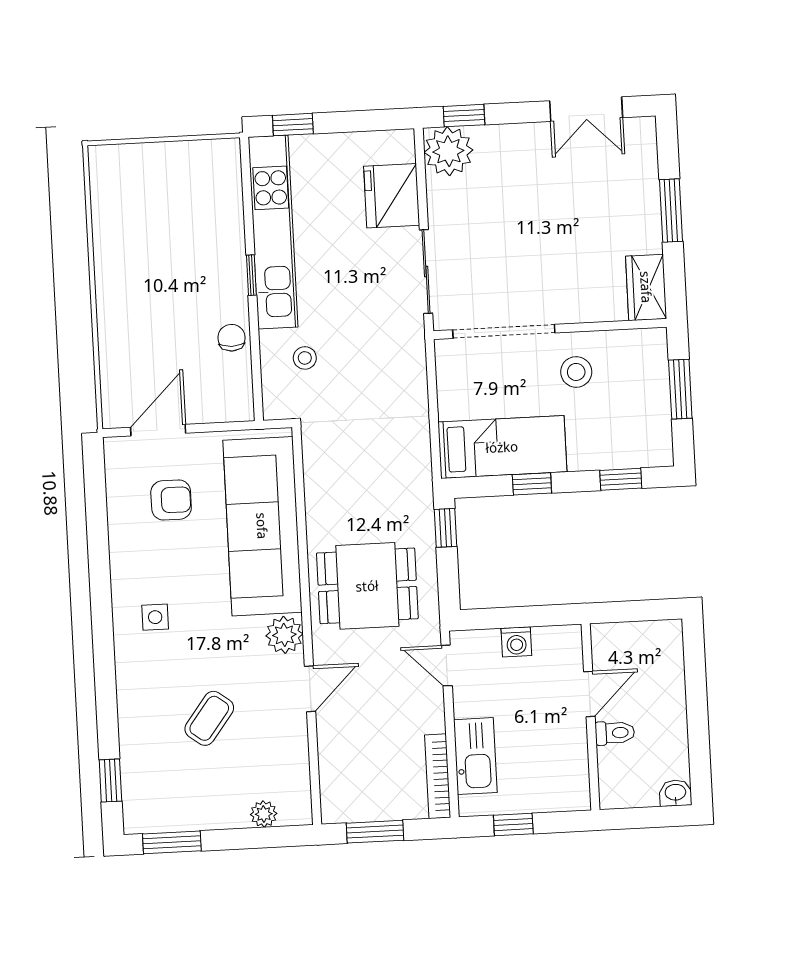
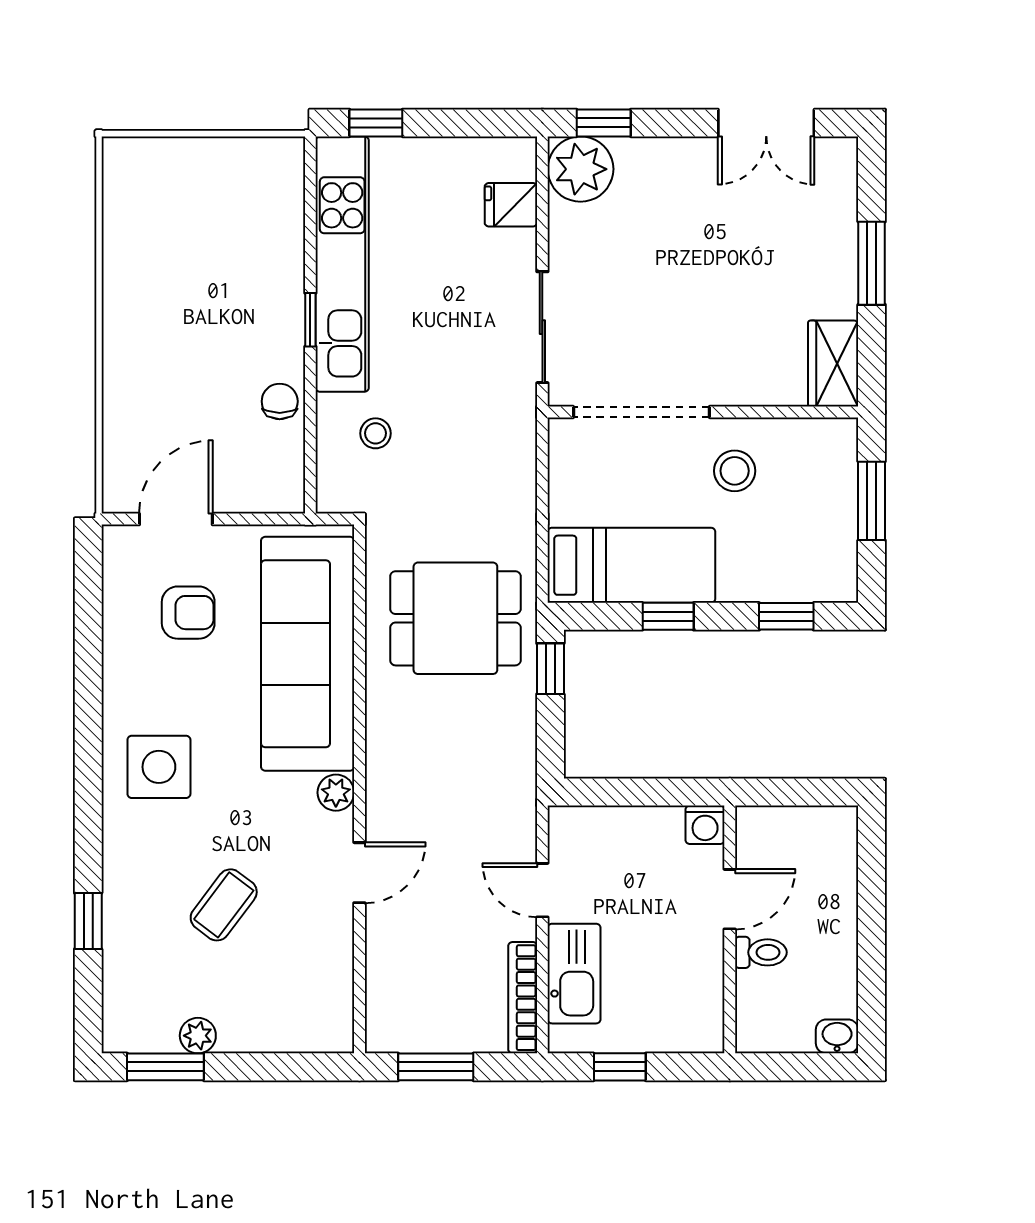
fridge: (392, 196) -> (511, 205), width x0.53, depth x0.75
dining table: (367, 586) -> (455, 618), moved
side table: (155, 617) -> (159, 767), width x1.87, depth x1.87
plant: (284, 635) -> (336, 793), width x0.73, depth x0.73
washing machine: (516, 642) -> (705, 825), moved
door: (447, 666) -> (542, 890), moved
window: (110, 780) -> (88, 921), moved
plant: (264, 814) -> (198, 1036), moved

